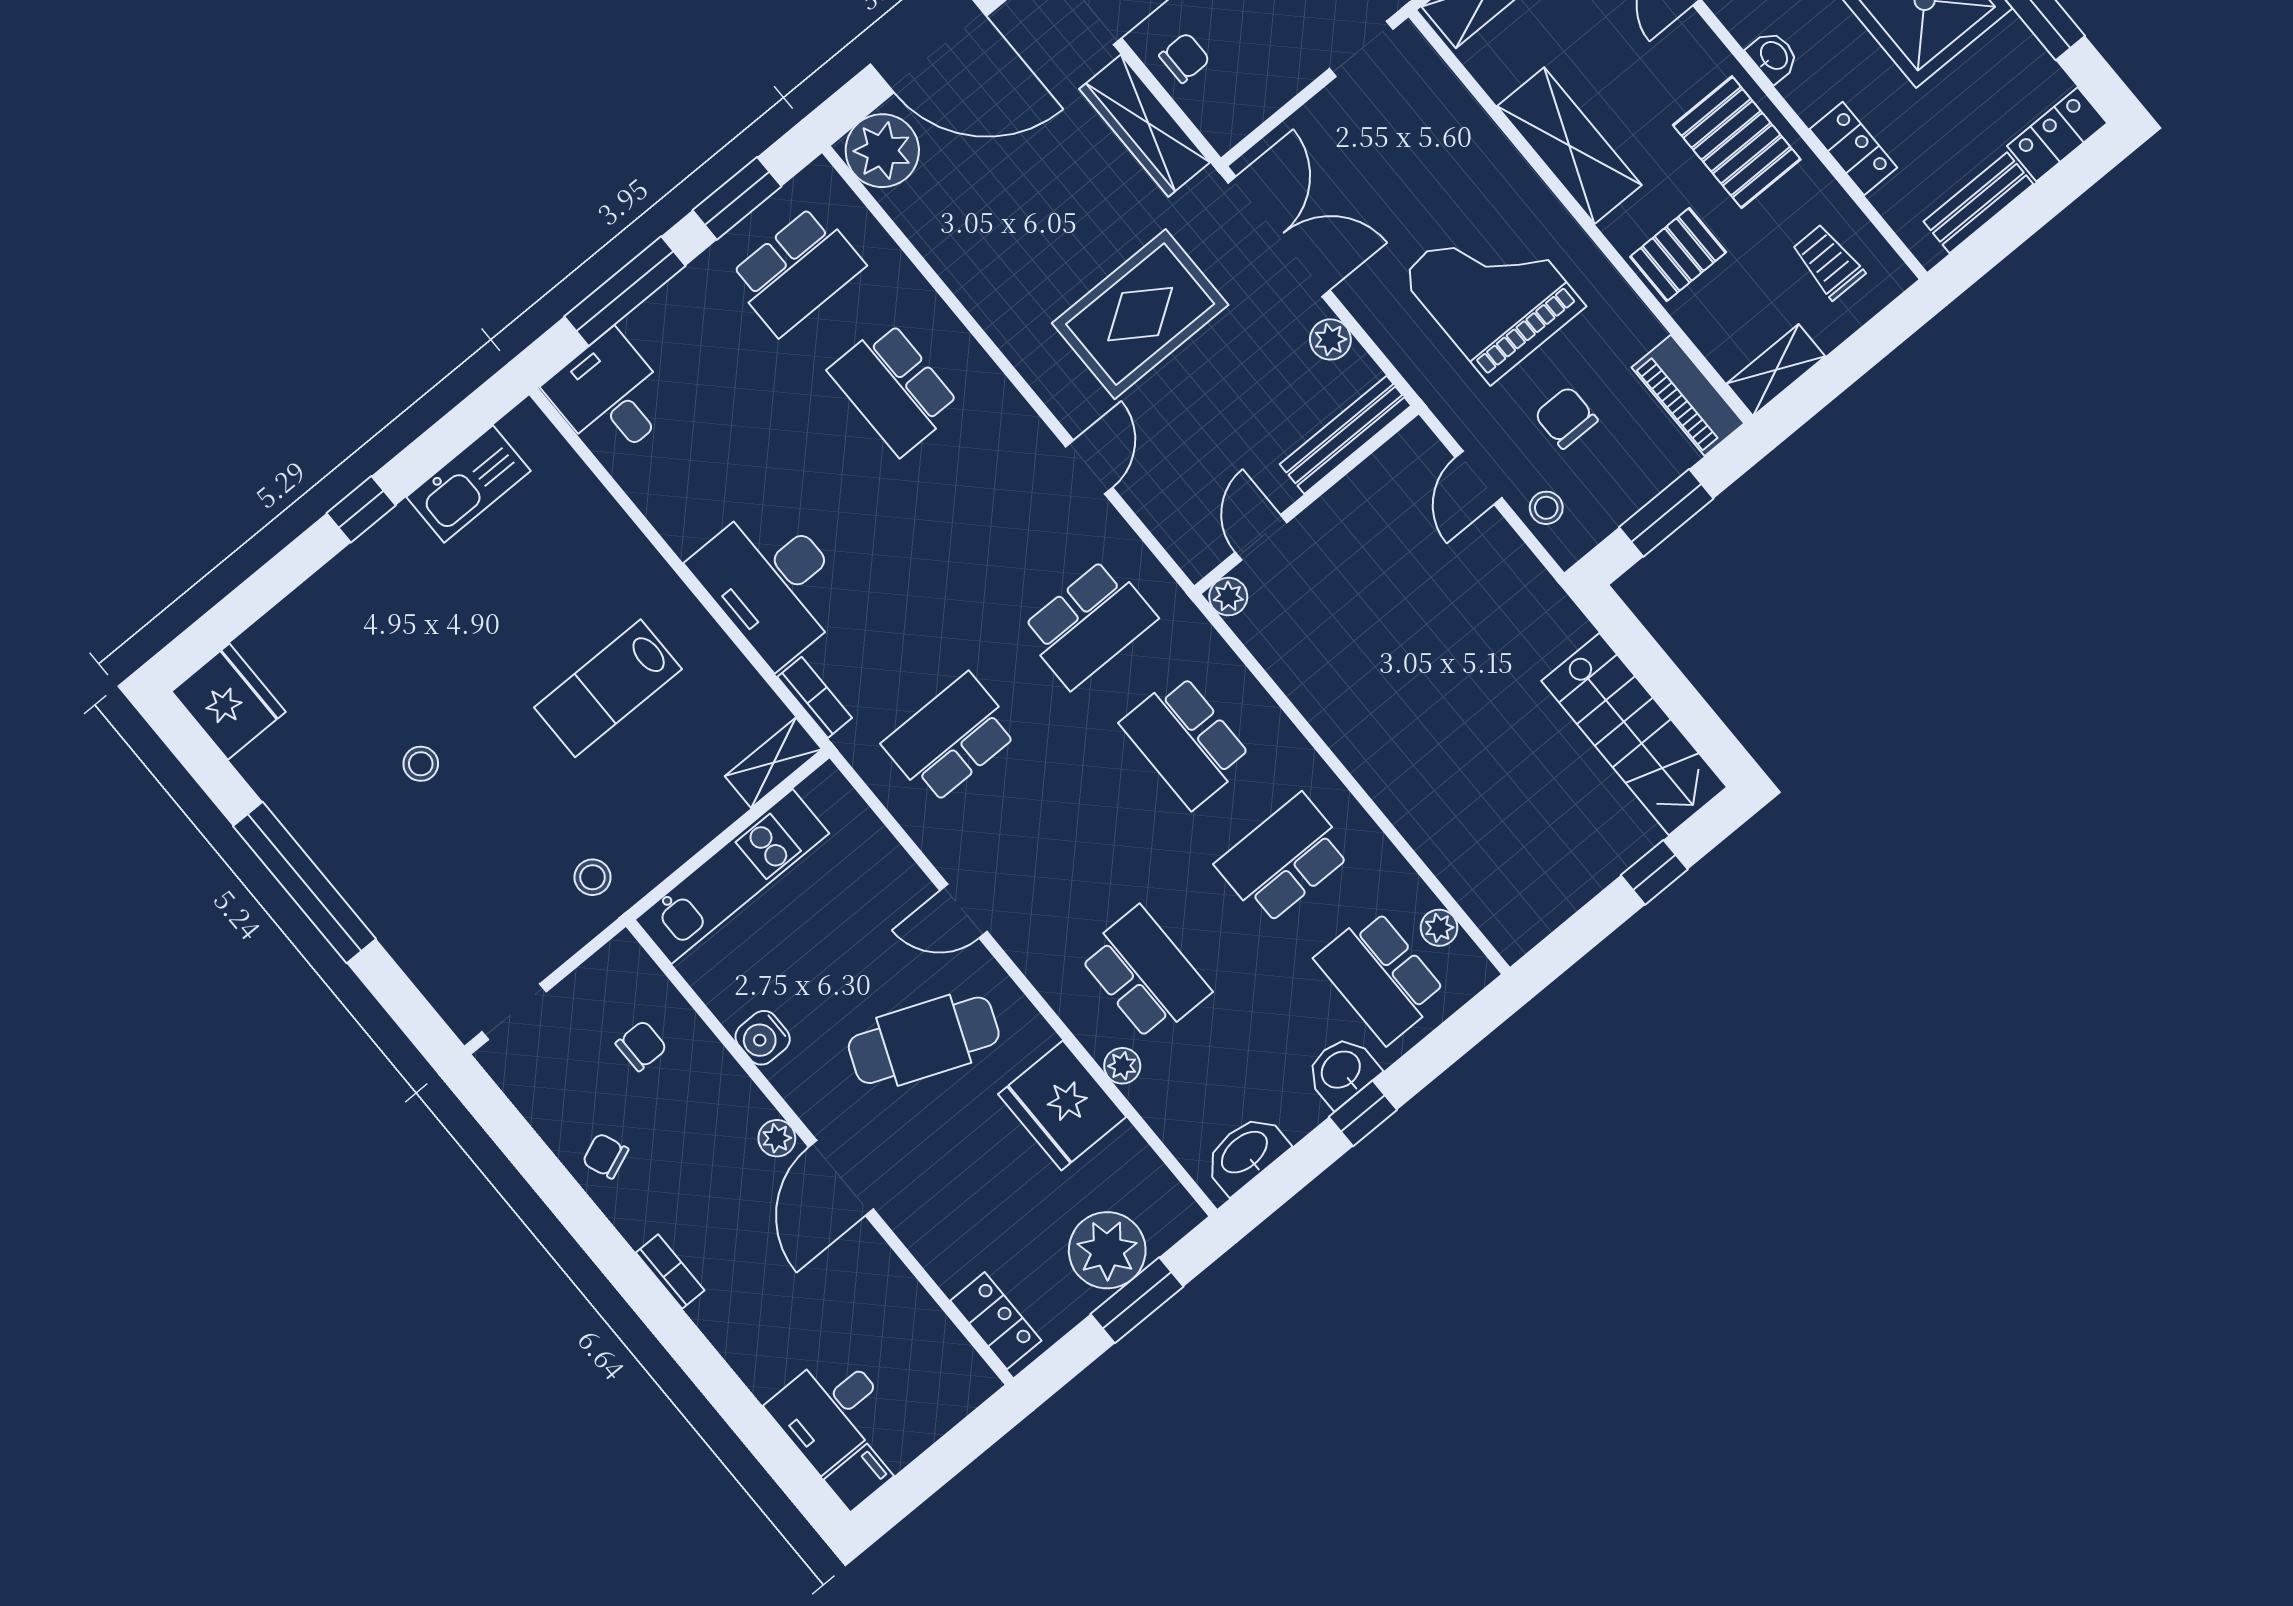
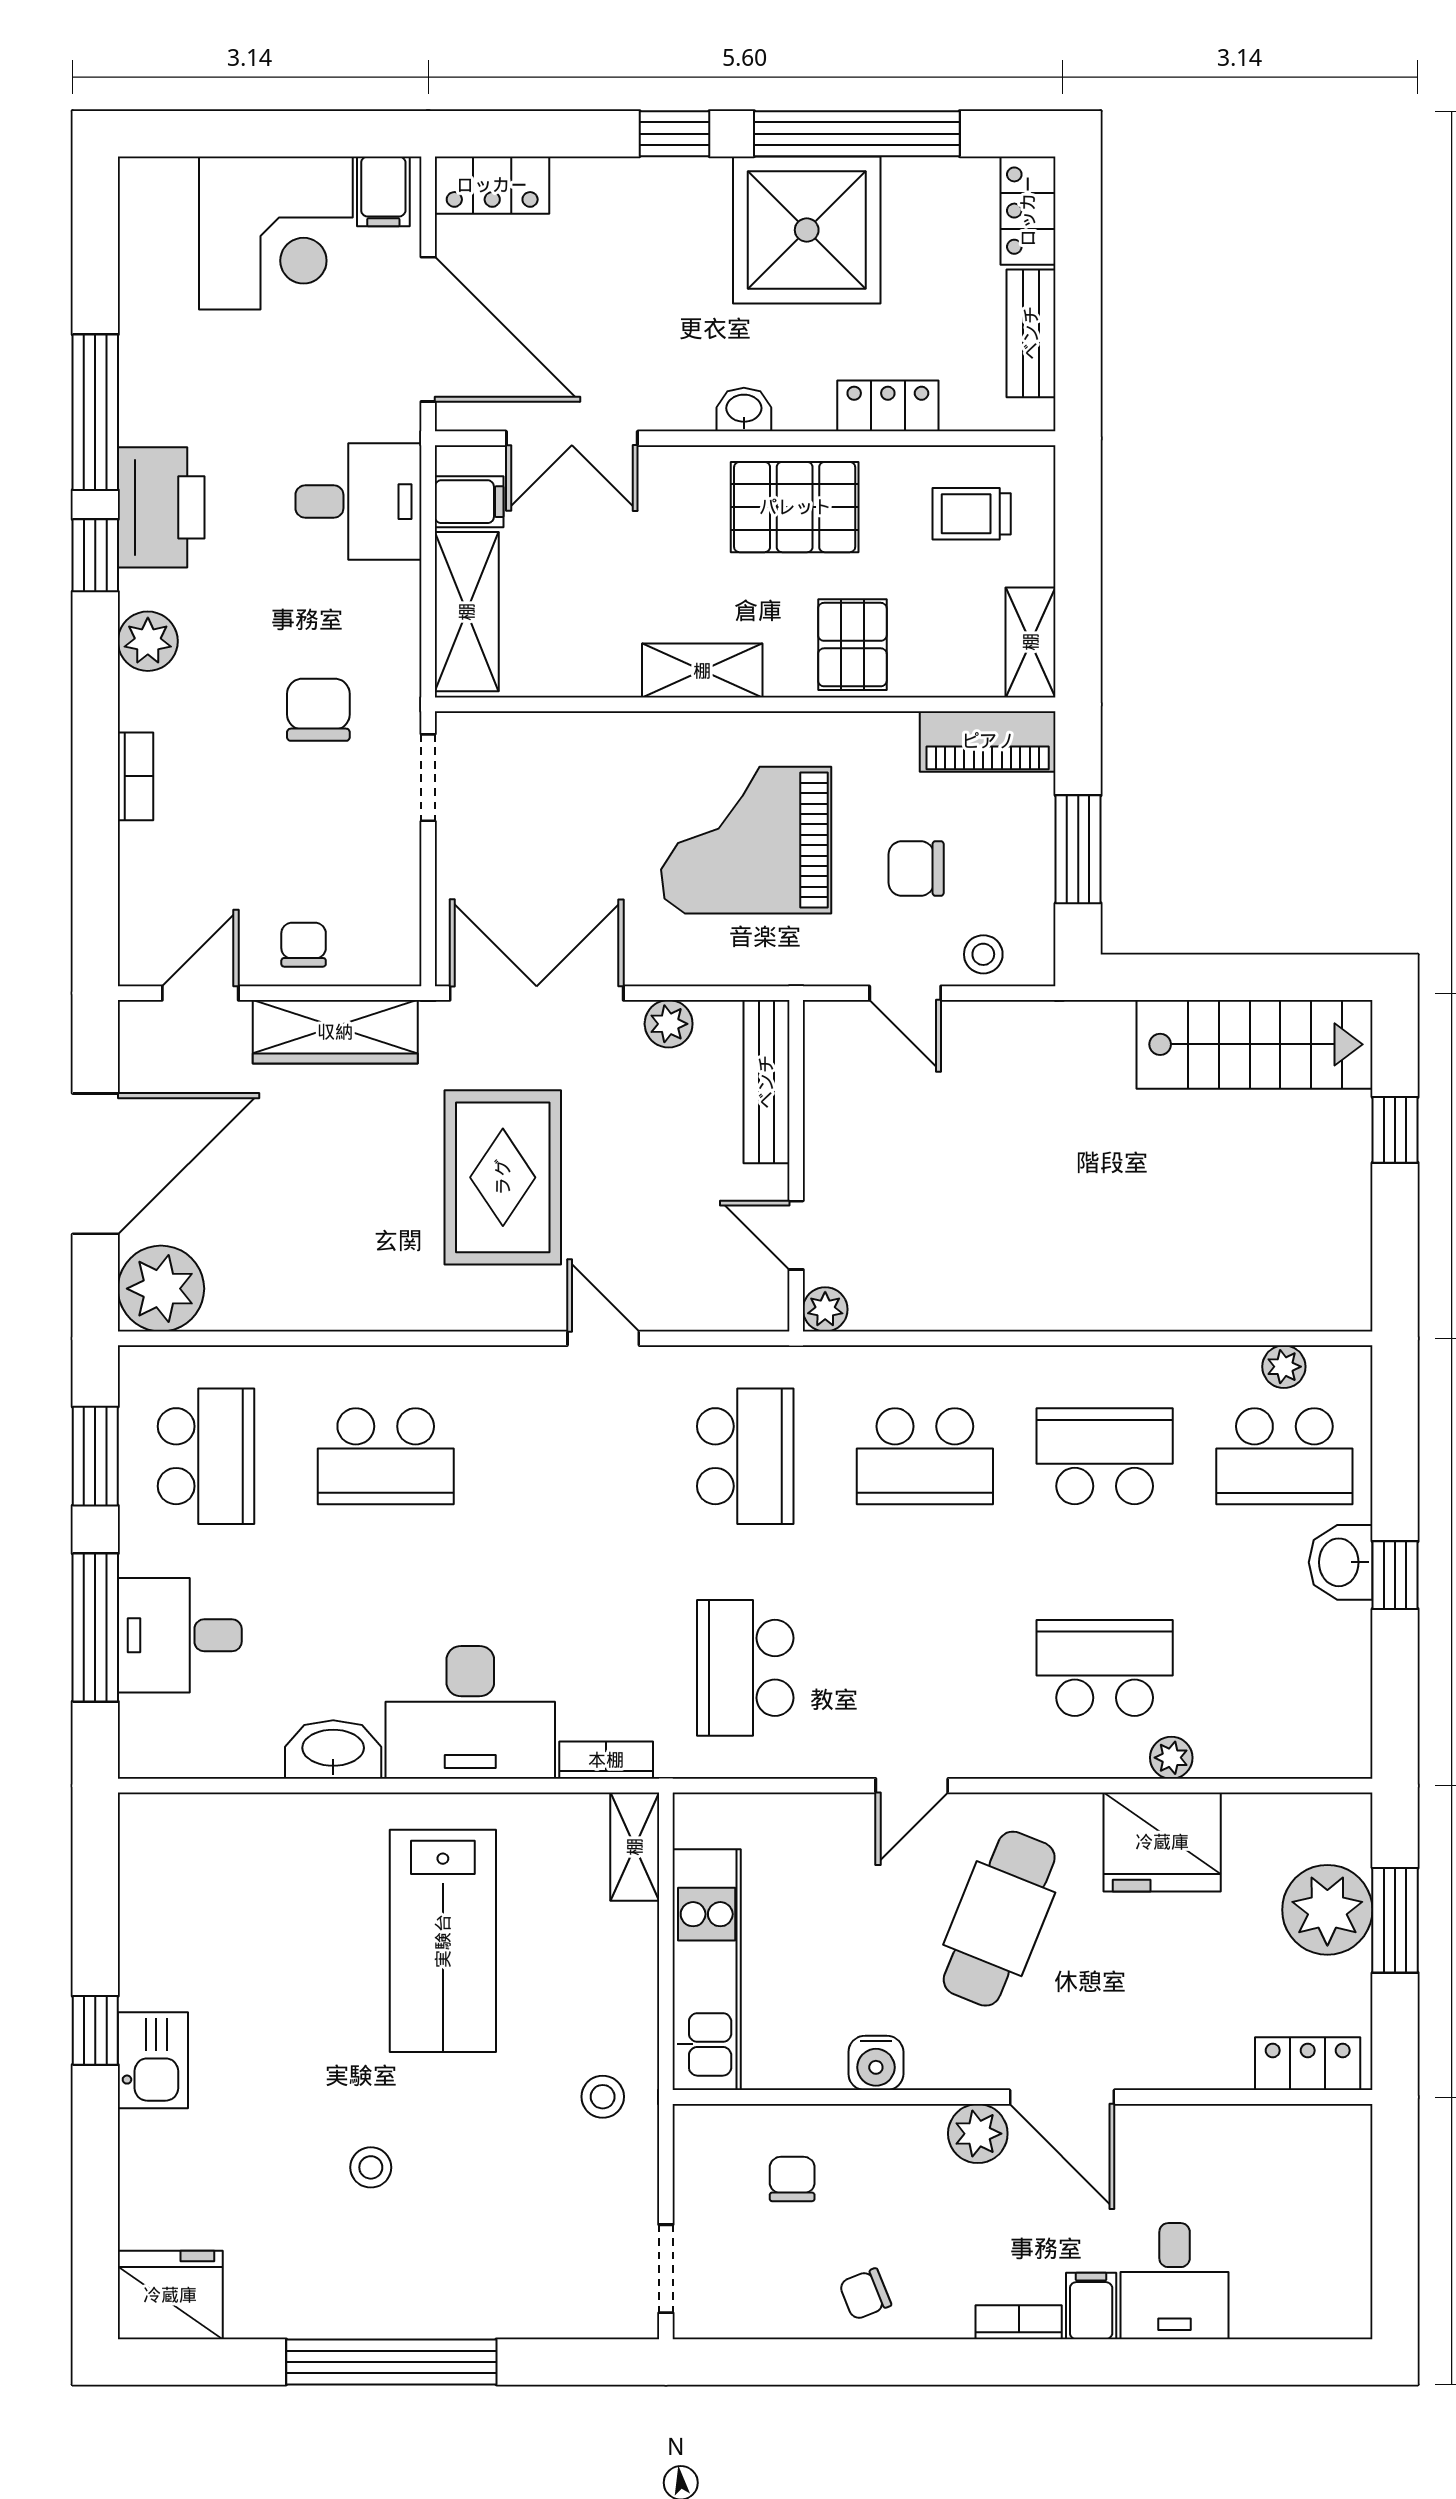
shelving: (1569, 146) -> (702, 671), width x0.67, depth x0.75
desk: (610, 396) -> (180, 1635), moved
kitchen sink: (469, 484) -> (153, 2060), moved, width x0.73
lab bench: (608, 688) -> (443, 1941), width x1.36, depth x1.39
school desk: (1283, 859) -> (1105, 1456), turned 90
plant: (777, 1138) -> (978, 2134), width x1.38, depth x1.38
washbasin: (1245, 1153) -> (333, 1750), moved, turned 90
desk: (830, 1410) -> (1175, 2281), moved
filing cabinet: (859, 1478) -> (1091, 2306), moved

